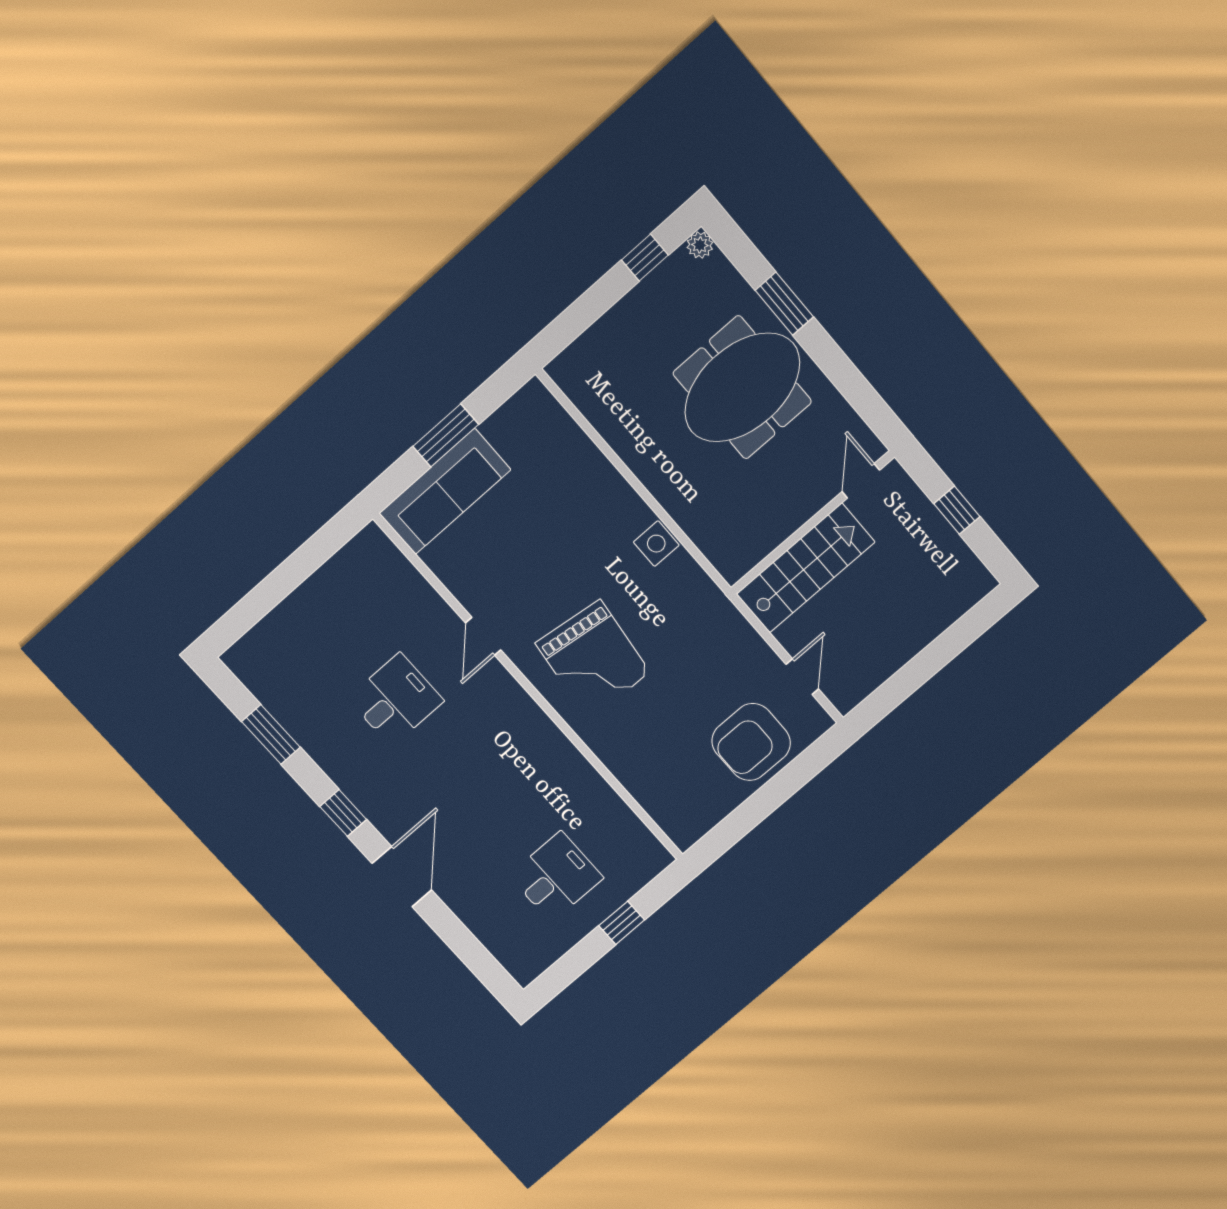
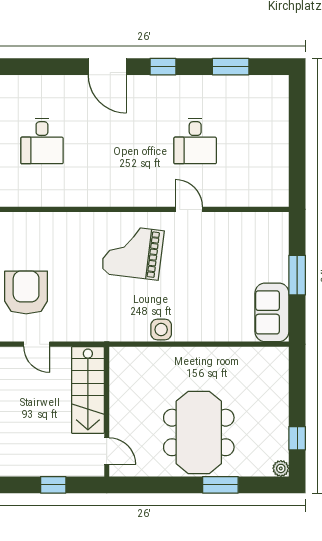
sofa: (445, 491) -> (272, 312), moved, width x0.73

